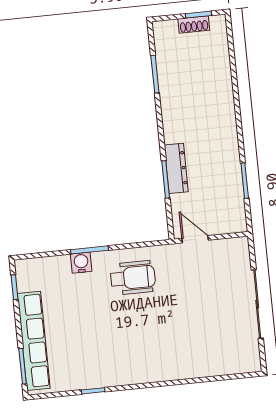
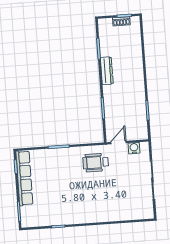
dresser: (176, 168) -> (107, 71), moved
door: (195, 239) -> (118, 143), hinge flipped
water cooler: (81, 263) -> (134, 148), moved
wheelchair: (133, 278) -> (96, 163), moved, turned 180
row of seats: (34, 341) -> (24, 178), moved

